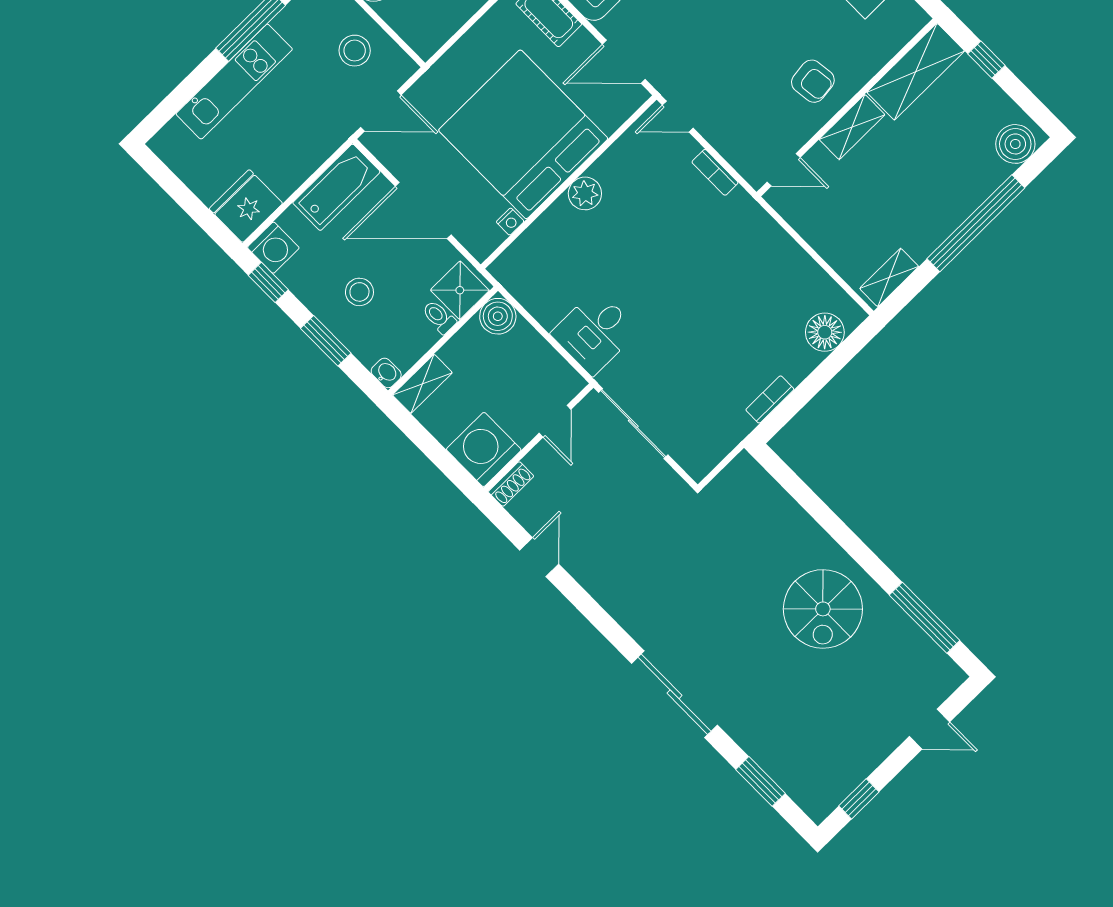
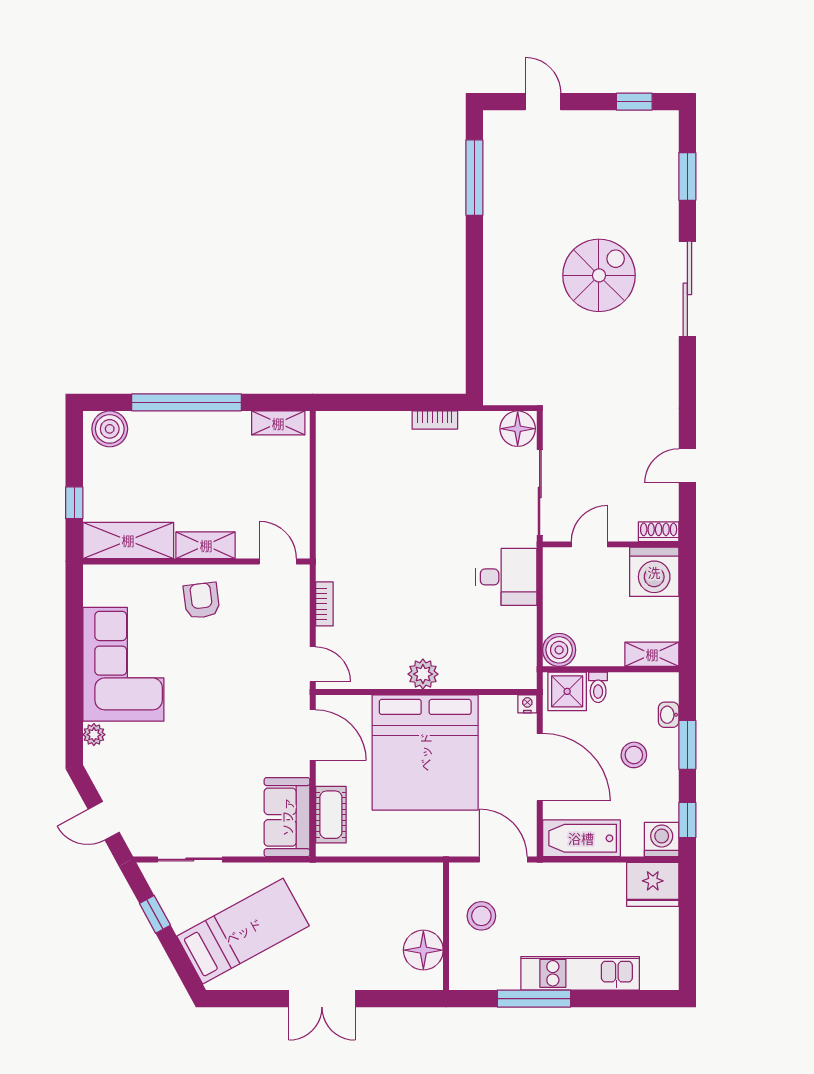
nightstand: (510, 222) -> (527, 704), moved
floor lamp: (825, 332) -> (518, 429), moved
washbasin: (386, 373) -> (669, 715), moved
spiral stairs: (823, 609) -> (599, 275), moved

